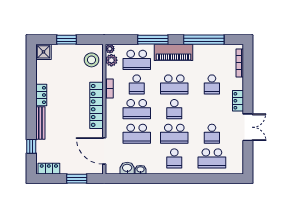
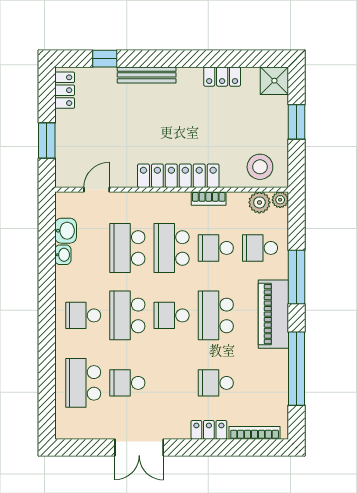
school desk: (137, 60) -> (260, 248), width x0.54
locker: (41, 95) -> (222, 77), moved
locker: (238, 101) -> (209, 430), moved
door: (104, 151) -> (97, 190), width x0.53

